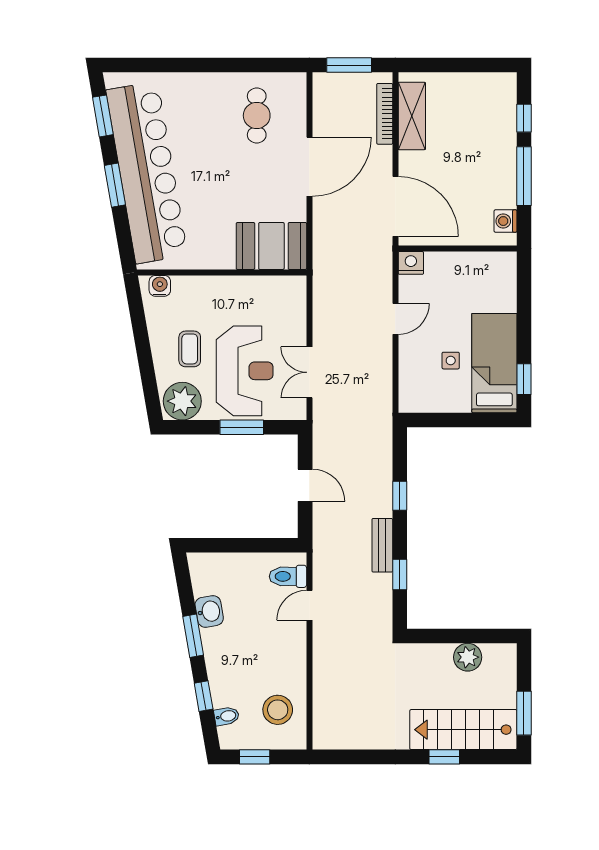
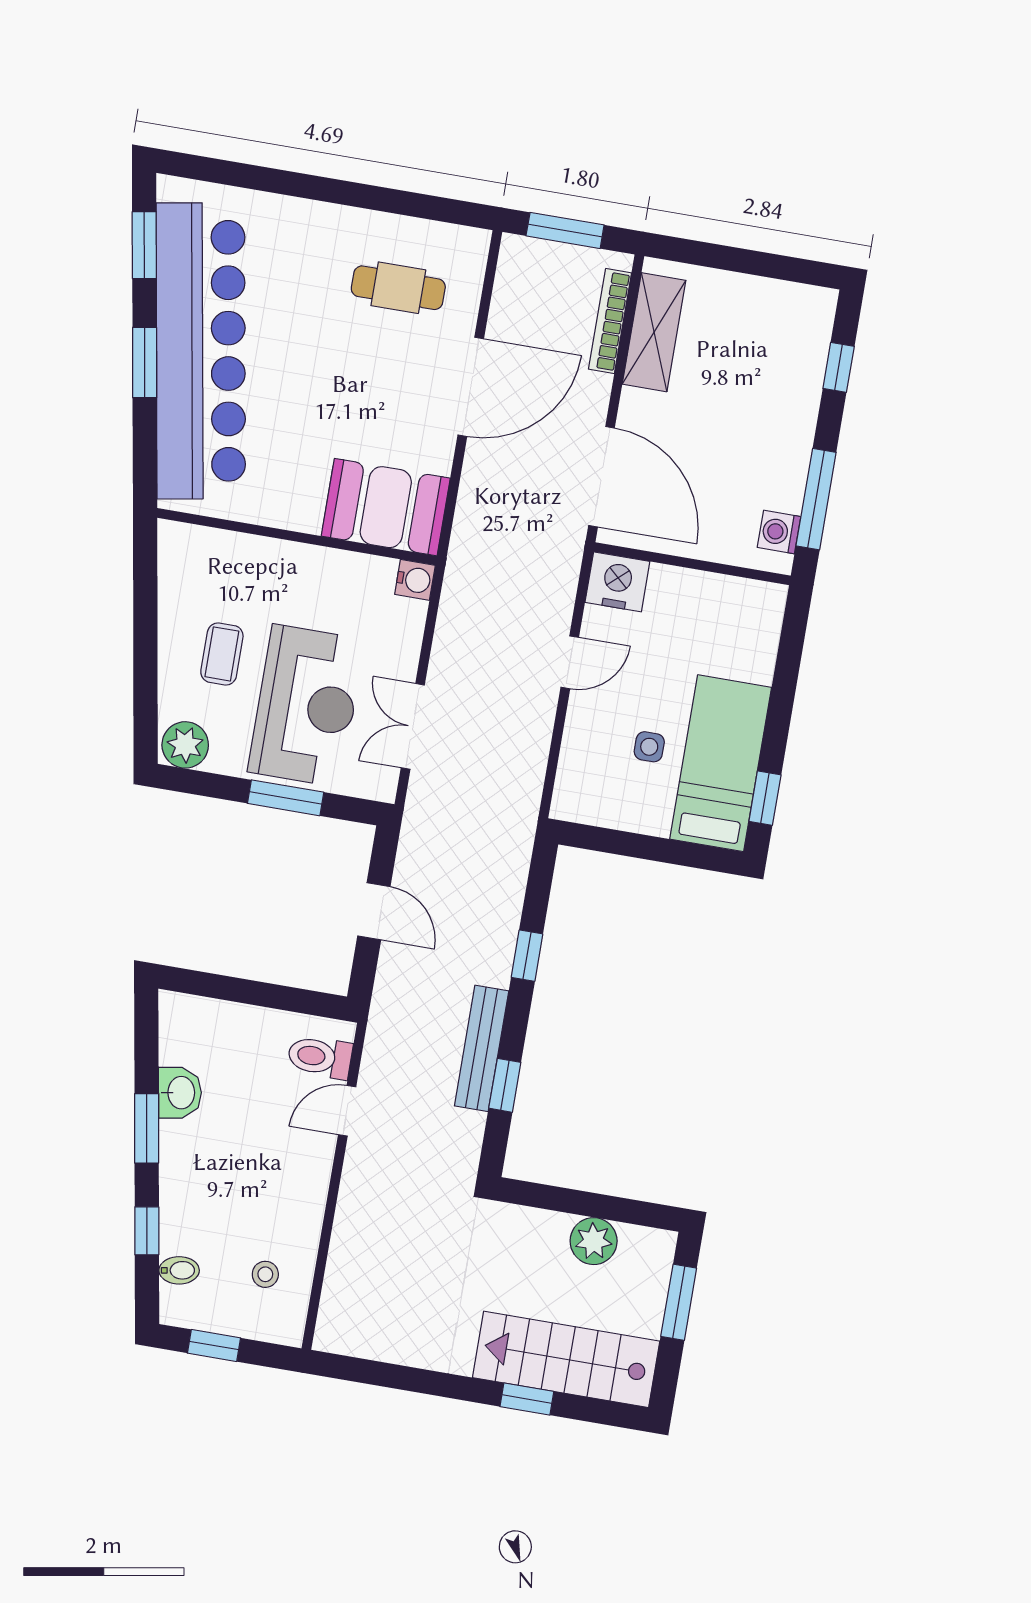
cafe table: (257, 116) -> (398, 288), turned 90
window: (524, 176) -> (816, 499), moved
nightstand: (411, 263) -> (617, 582), width x1.36, depth x1.33
water cooler: (160, 286) -> (415, 580), moved, turned 90
plant: (182, 401) -> (185, 745), width x0.73, depth x0.73
bench: (382, 545) -> (482, 1048), width x1.36
stool: (278, 710) -> (265, 1274), width x0.53, depth x0.53
window: (524, 713) -> (679, 1302), moved

